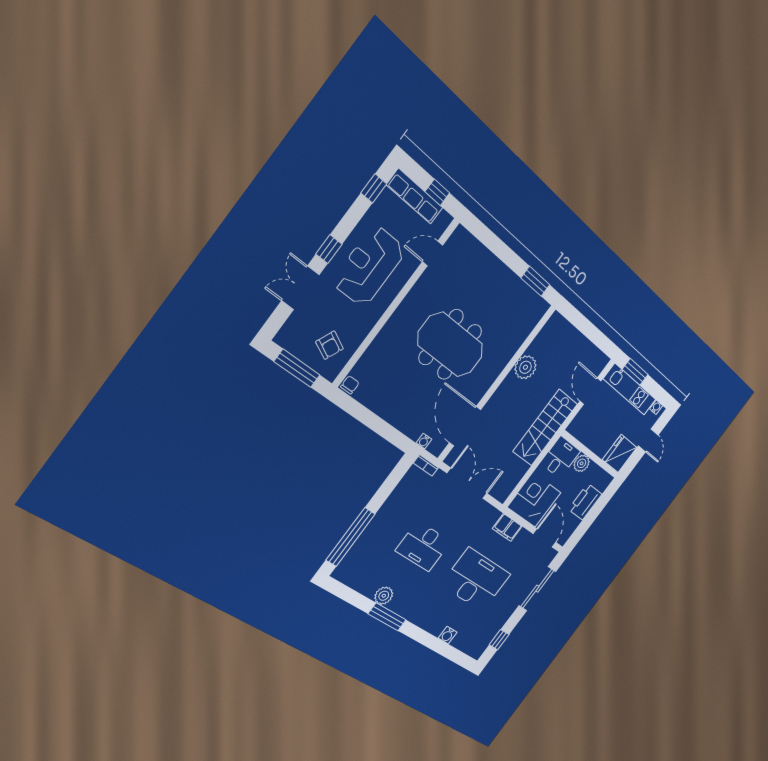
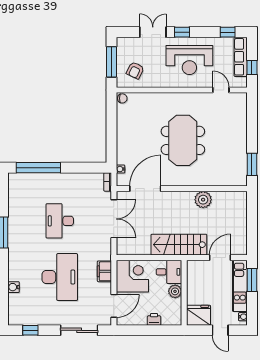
reception desk: (369, 266) -> (189, 60), turned 180
door: (648, 440) -> (220, 330), hinge flipped
printer: (585, 502) -> (154, 319), width x0.53, depth x0.68
plant: (384, 596) -> (15, 219), removed

